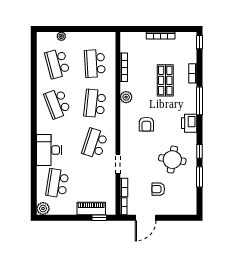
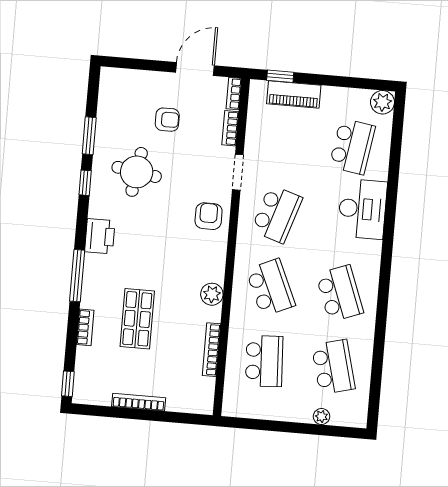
school desk: (95, 103) -> (270, 288), turned -30
armchair: (146, 124) -> (209, 216), moved

